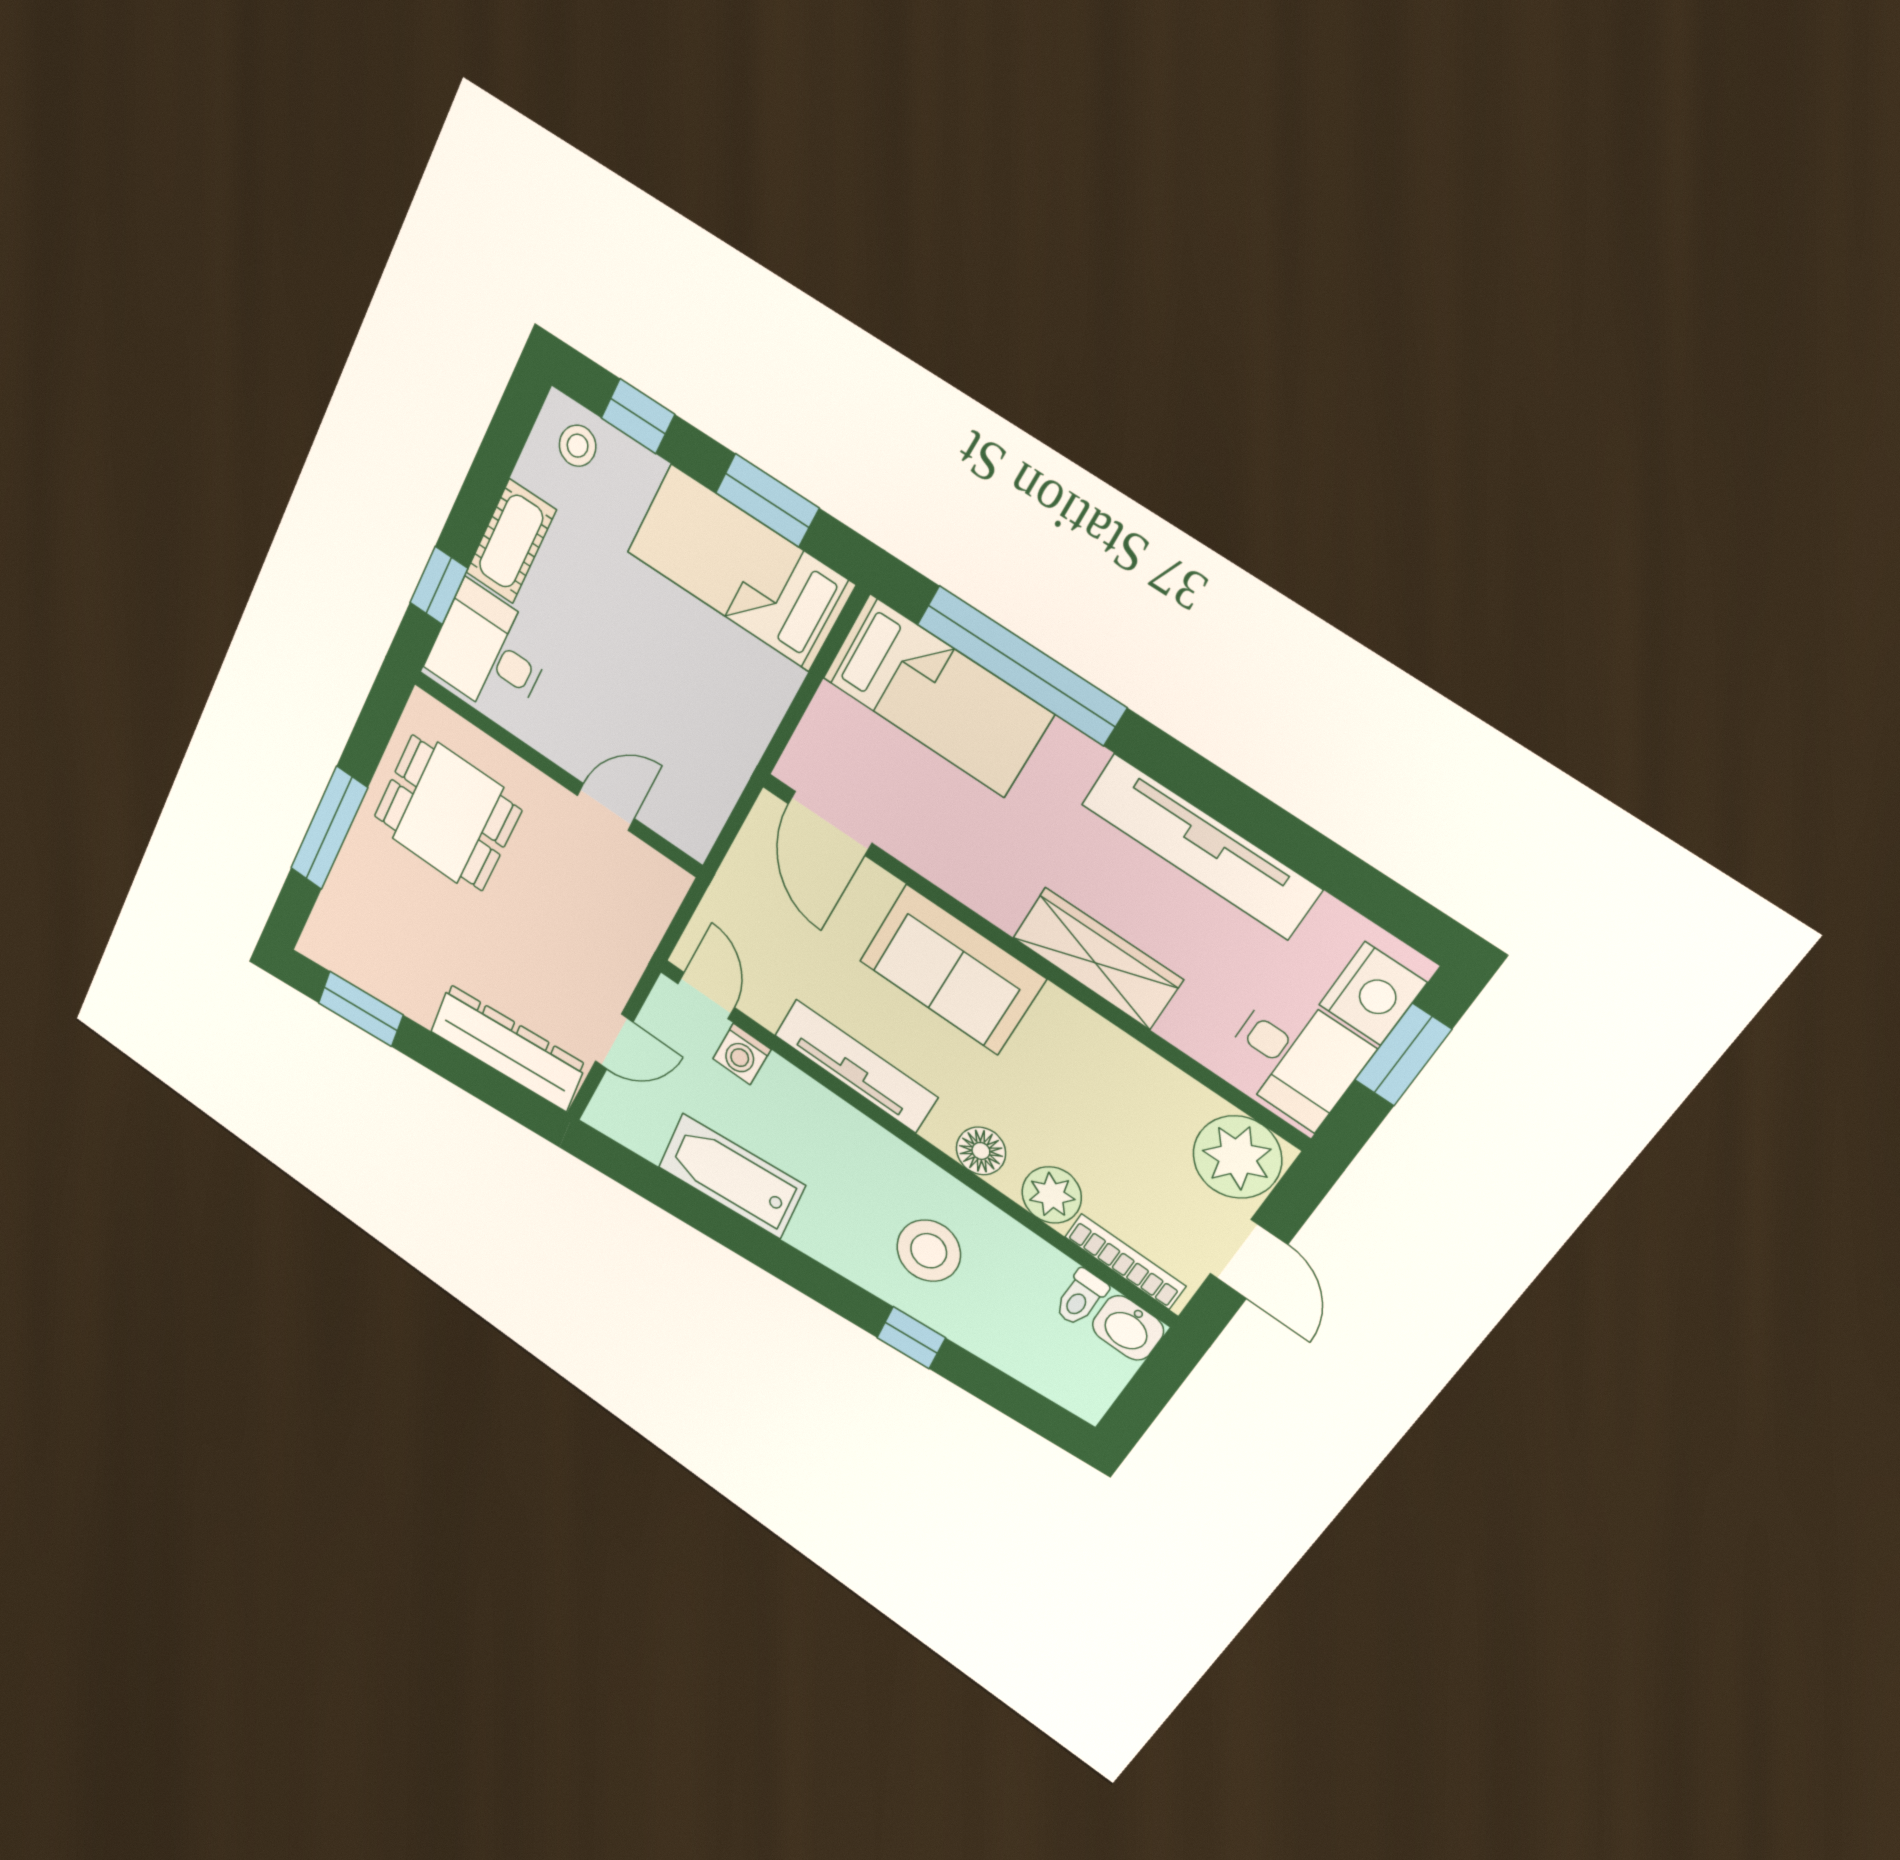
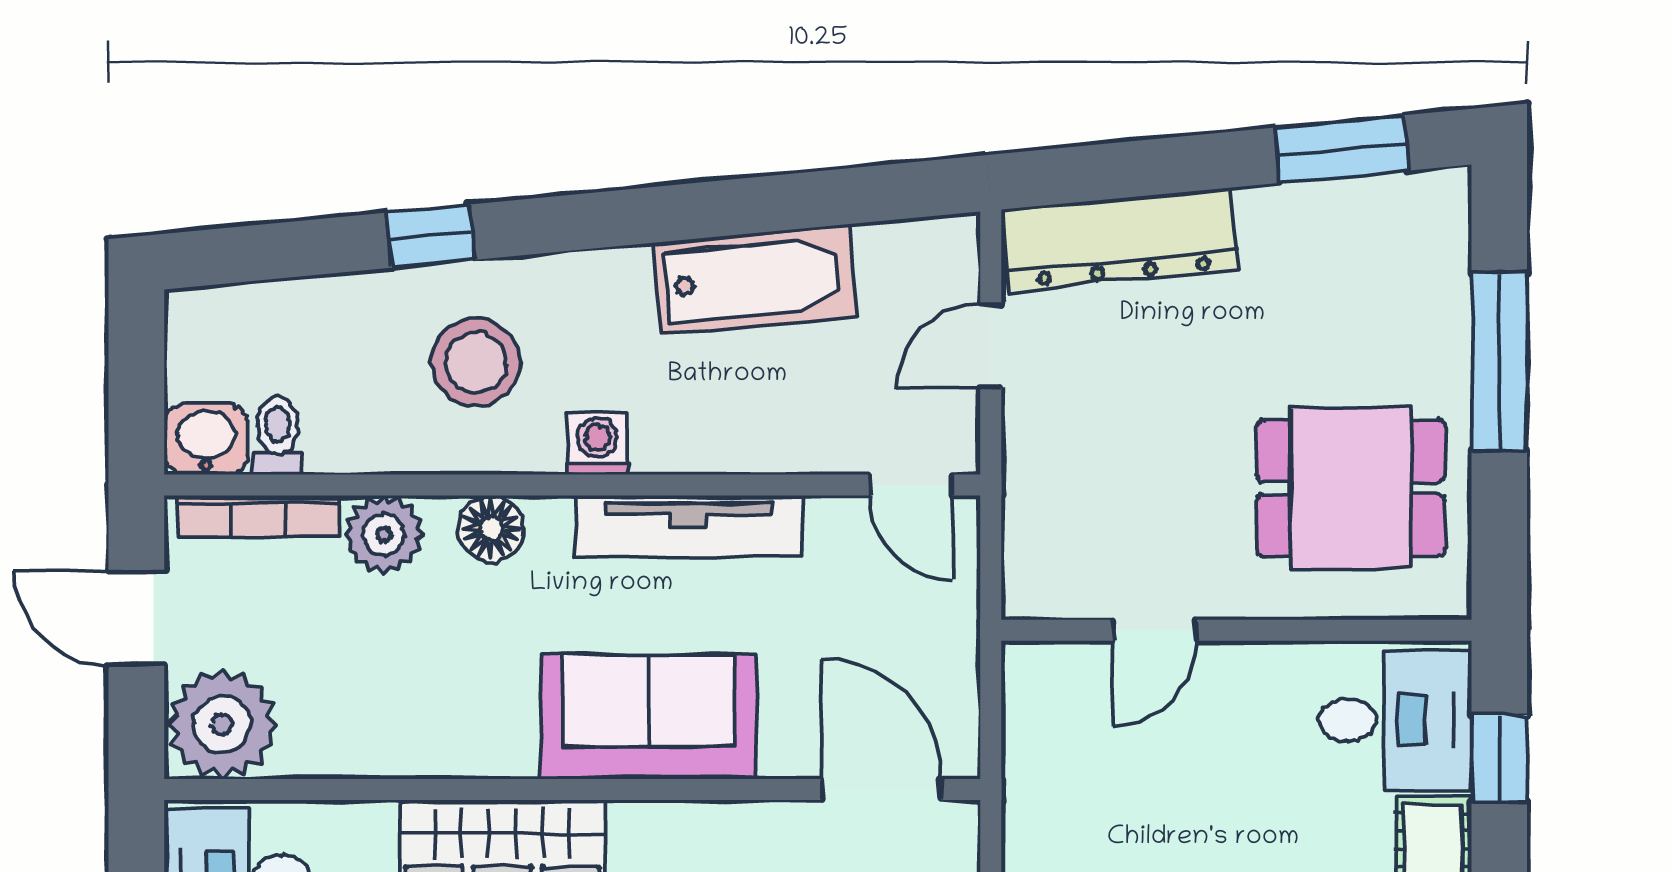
washing machine: (742, 1054) -> (597, 444), moved

